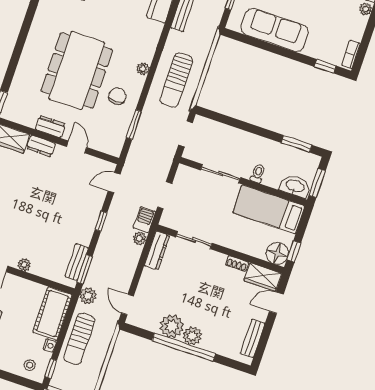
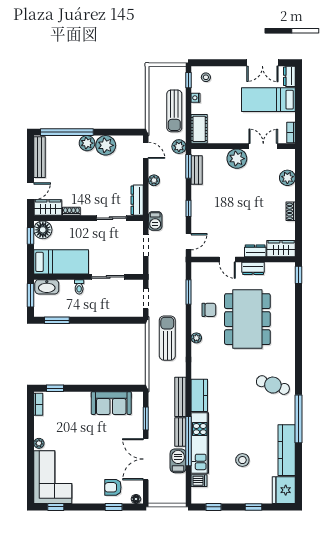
sofa: (275, 30) -> (111, 403), width x0.73
chair: (117, 96) -> (209, 310), turned -90
plant: (140, 238) -> (154, 180), moved
plant: (24, 265) -> (237, 159), width x1.88, depth x1.88
cot: (52, 314) -> (199, 129), width x0.73, depth x0.75
sun lounger: (79, 339) -> (174, 111), turned 180
bench: (253, 339) -> (40, 157), width x1.36
window: (184, 347) -> (67, 132), moved

